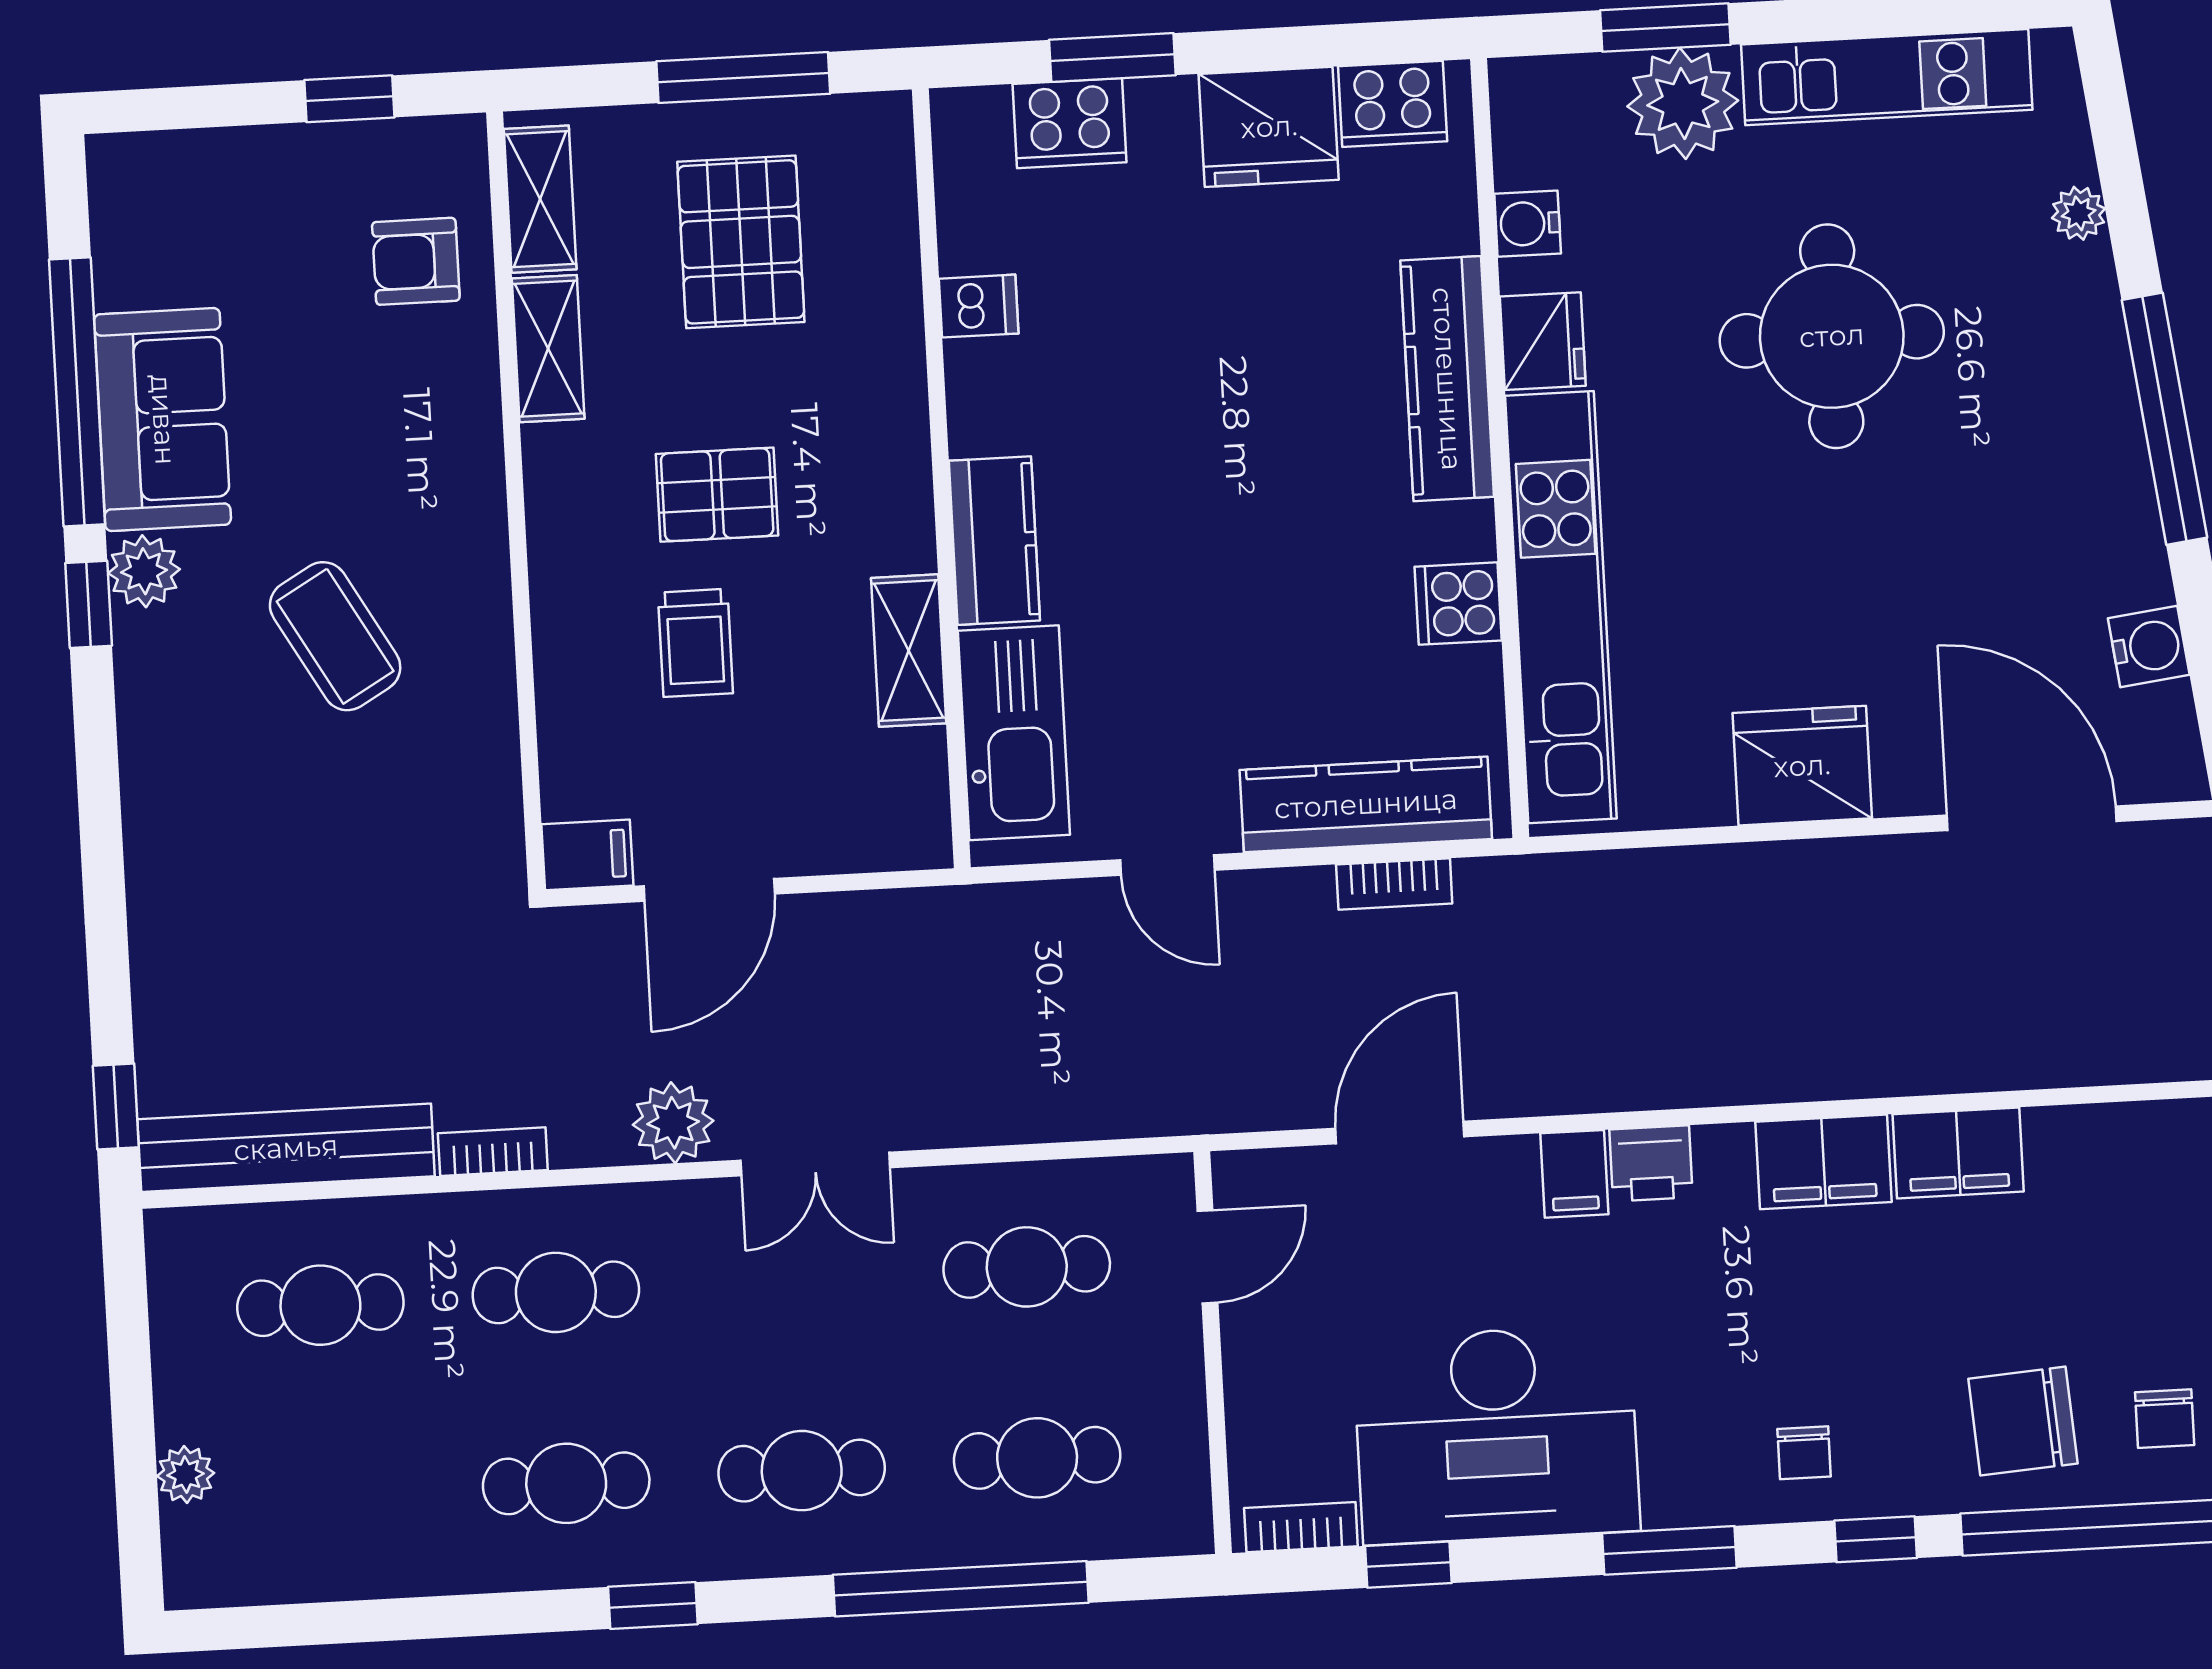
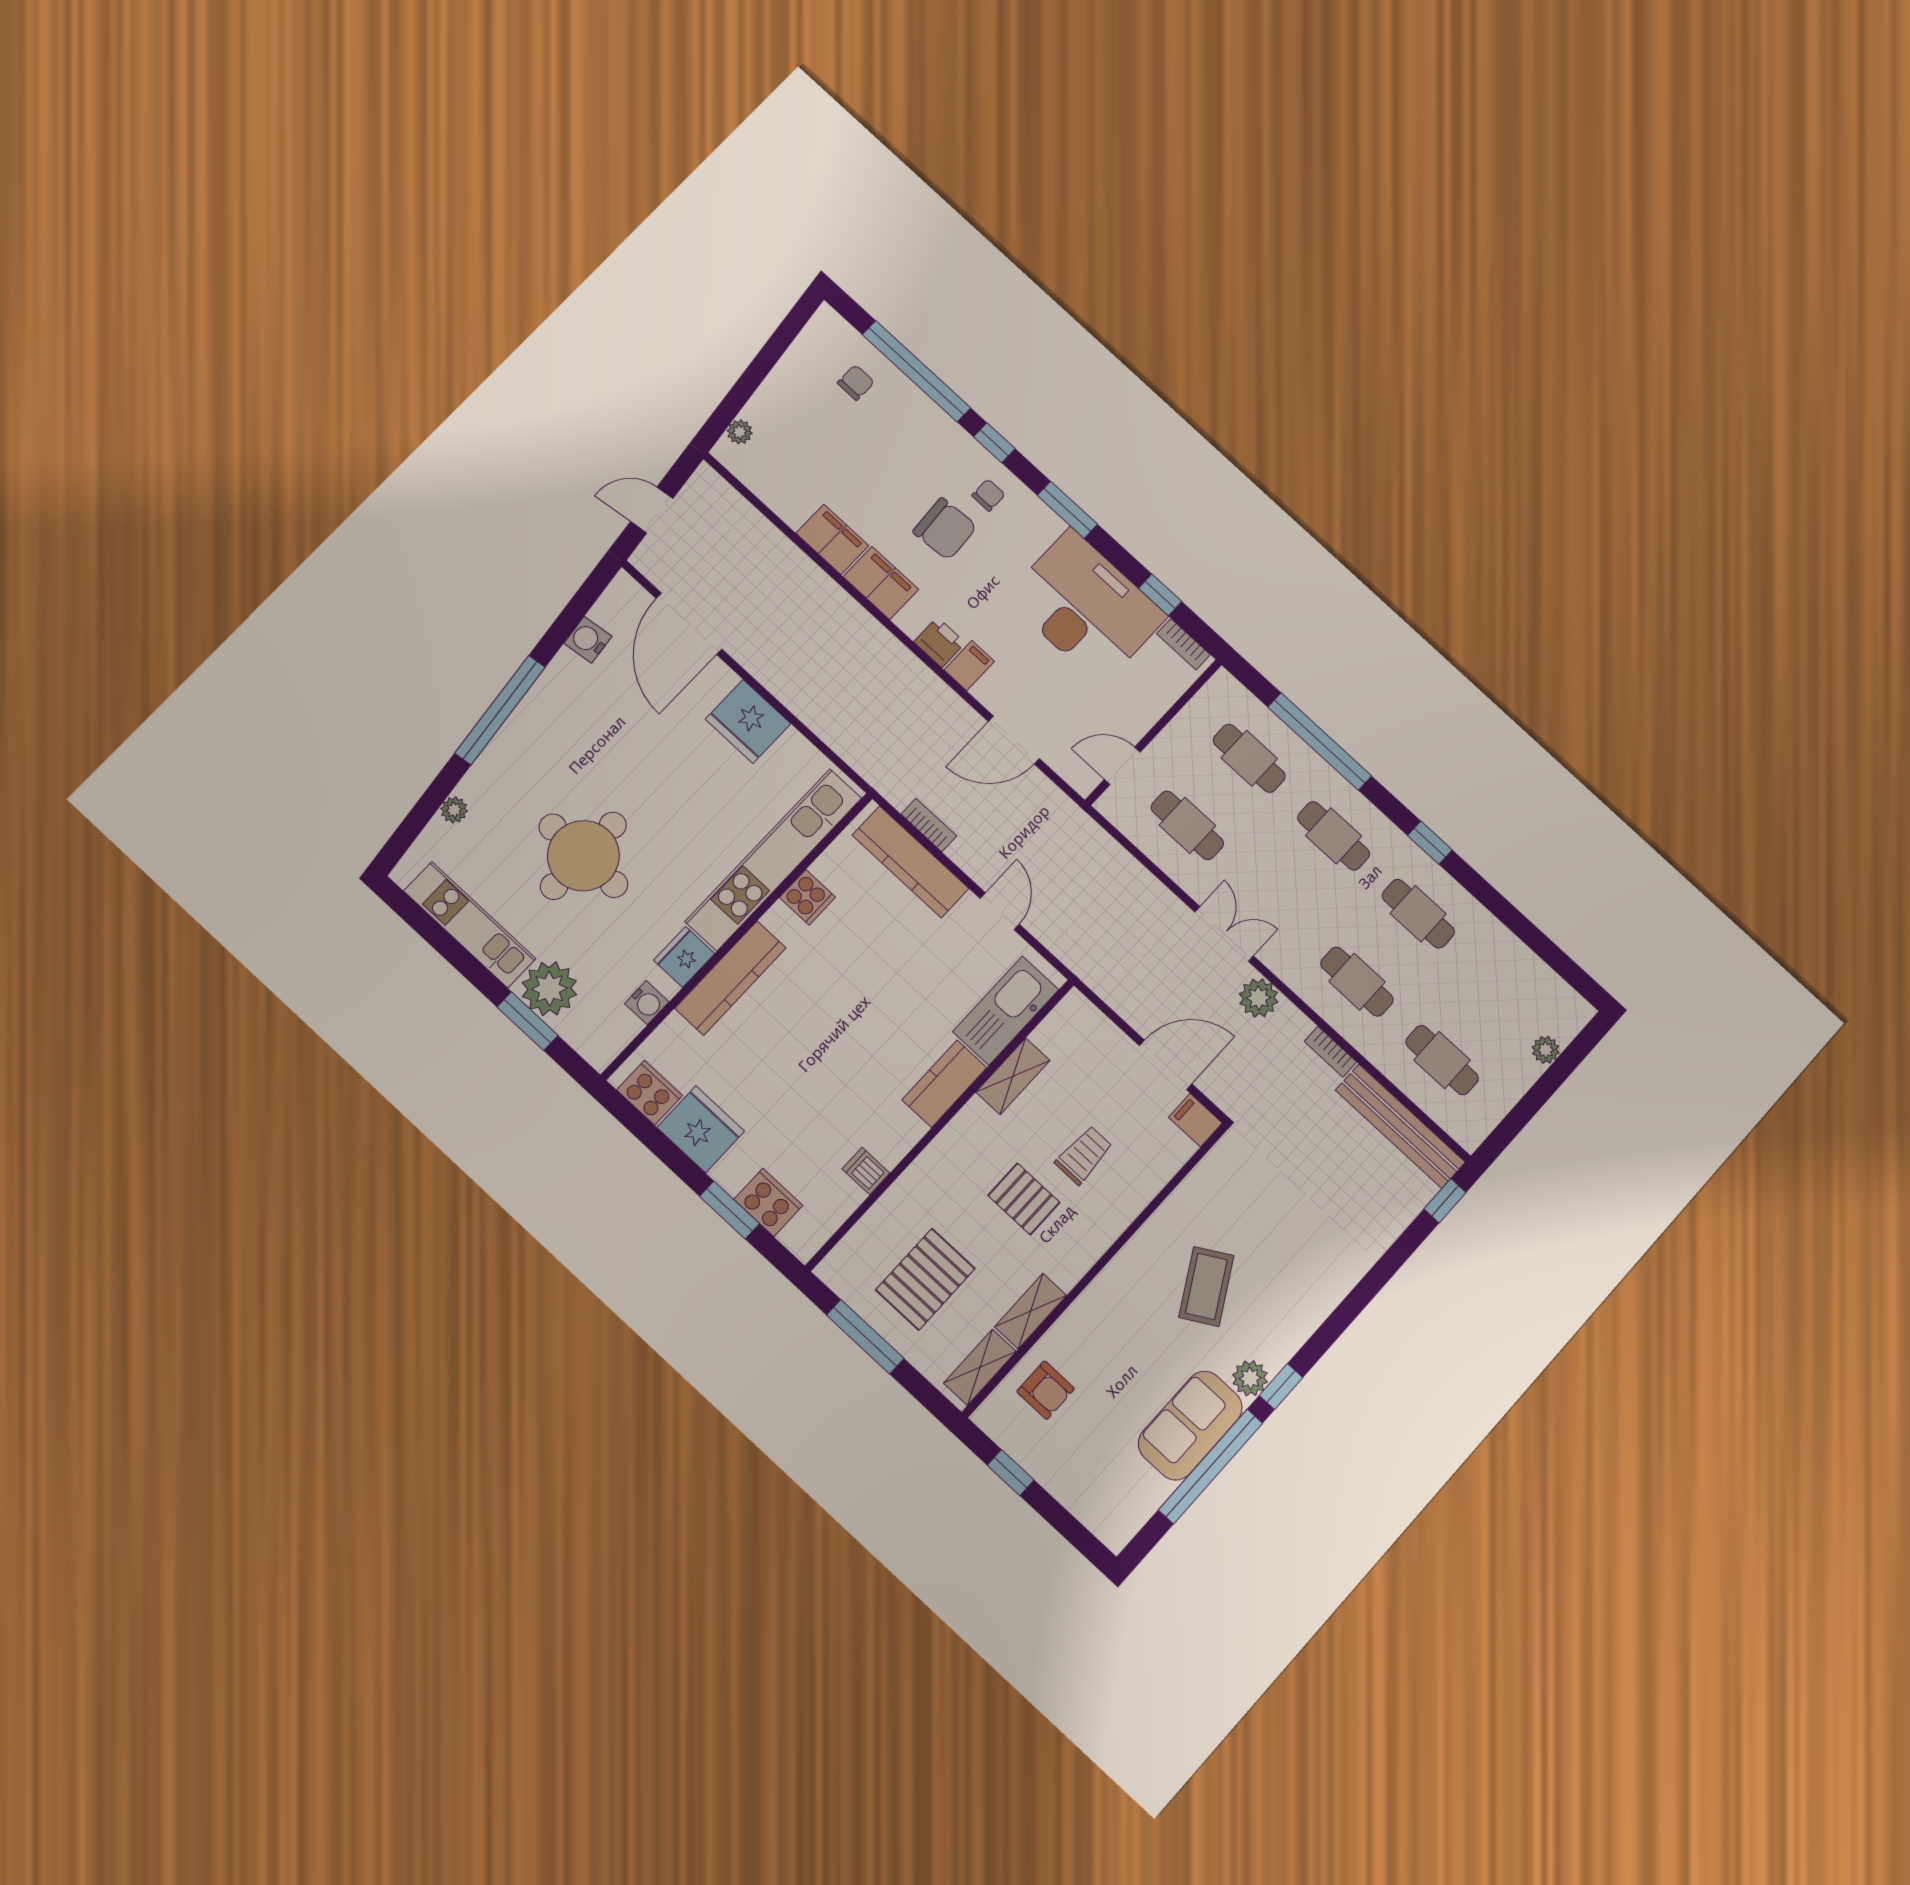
chair: (2023, 1421) -> (945, 529), moved

